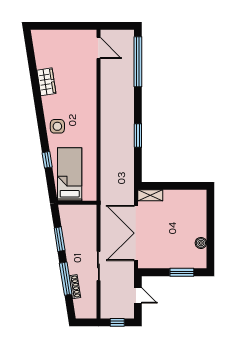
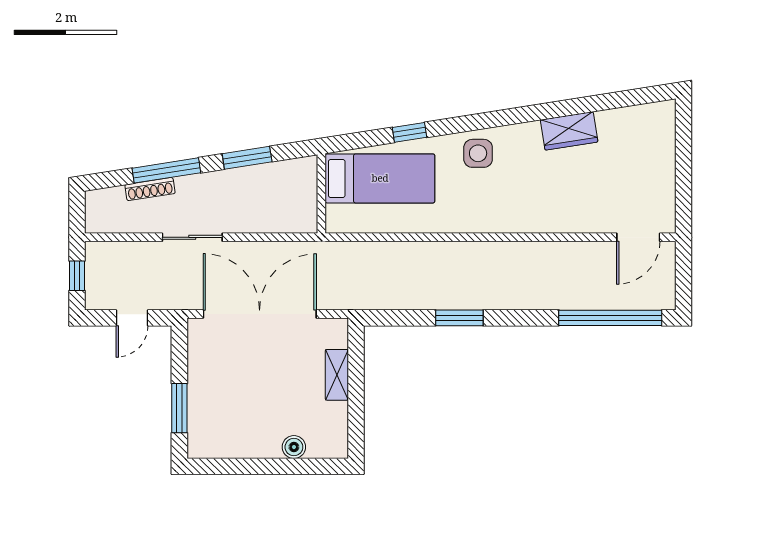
shelving: (150, 195) -> (337, 375), moved
boiler: (201, 243) -> (294, 447), moved

